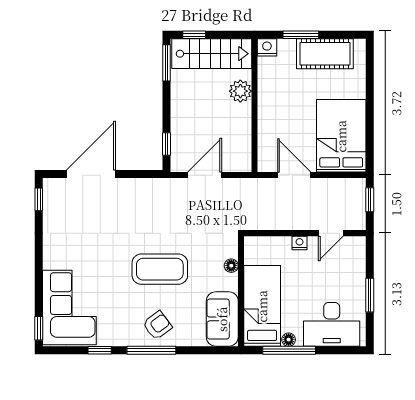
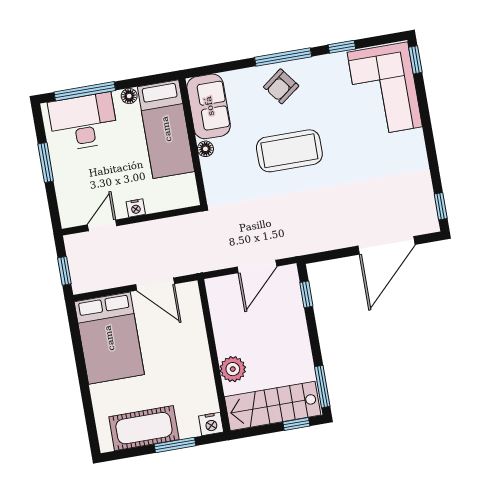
floor lamp: (231, 266) -> (205, 149), moved
window: (289, 350) -> (85, 91), moved

